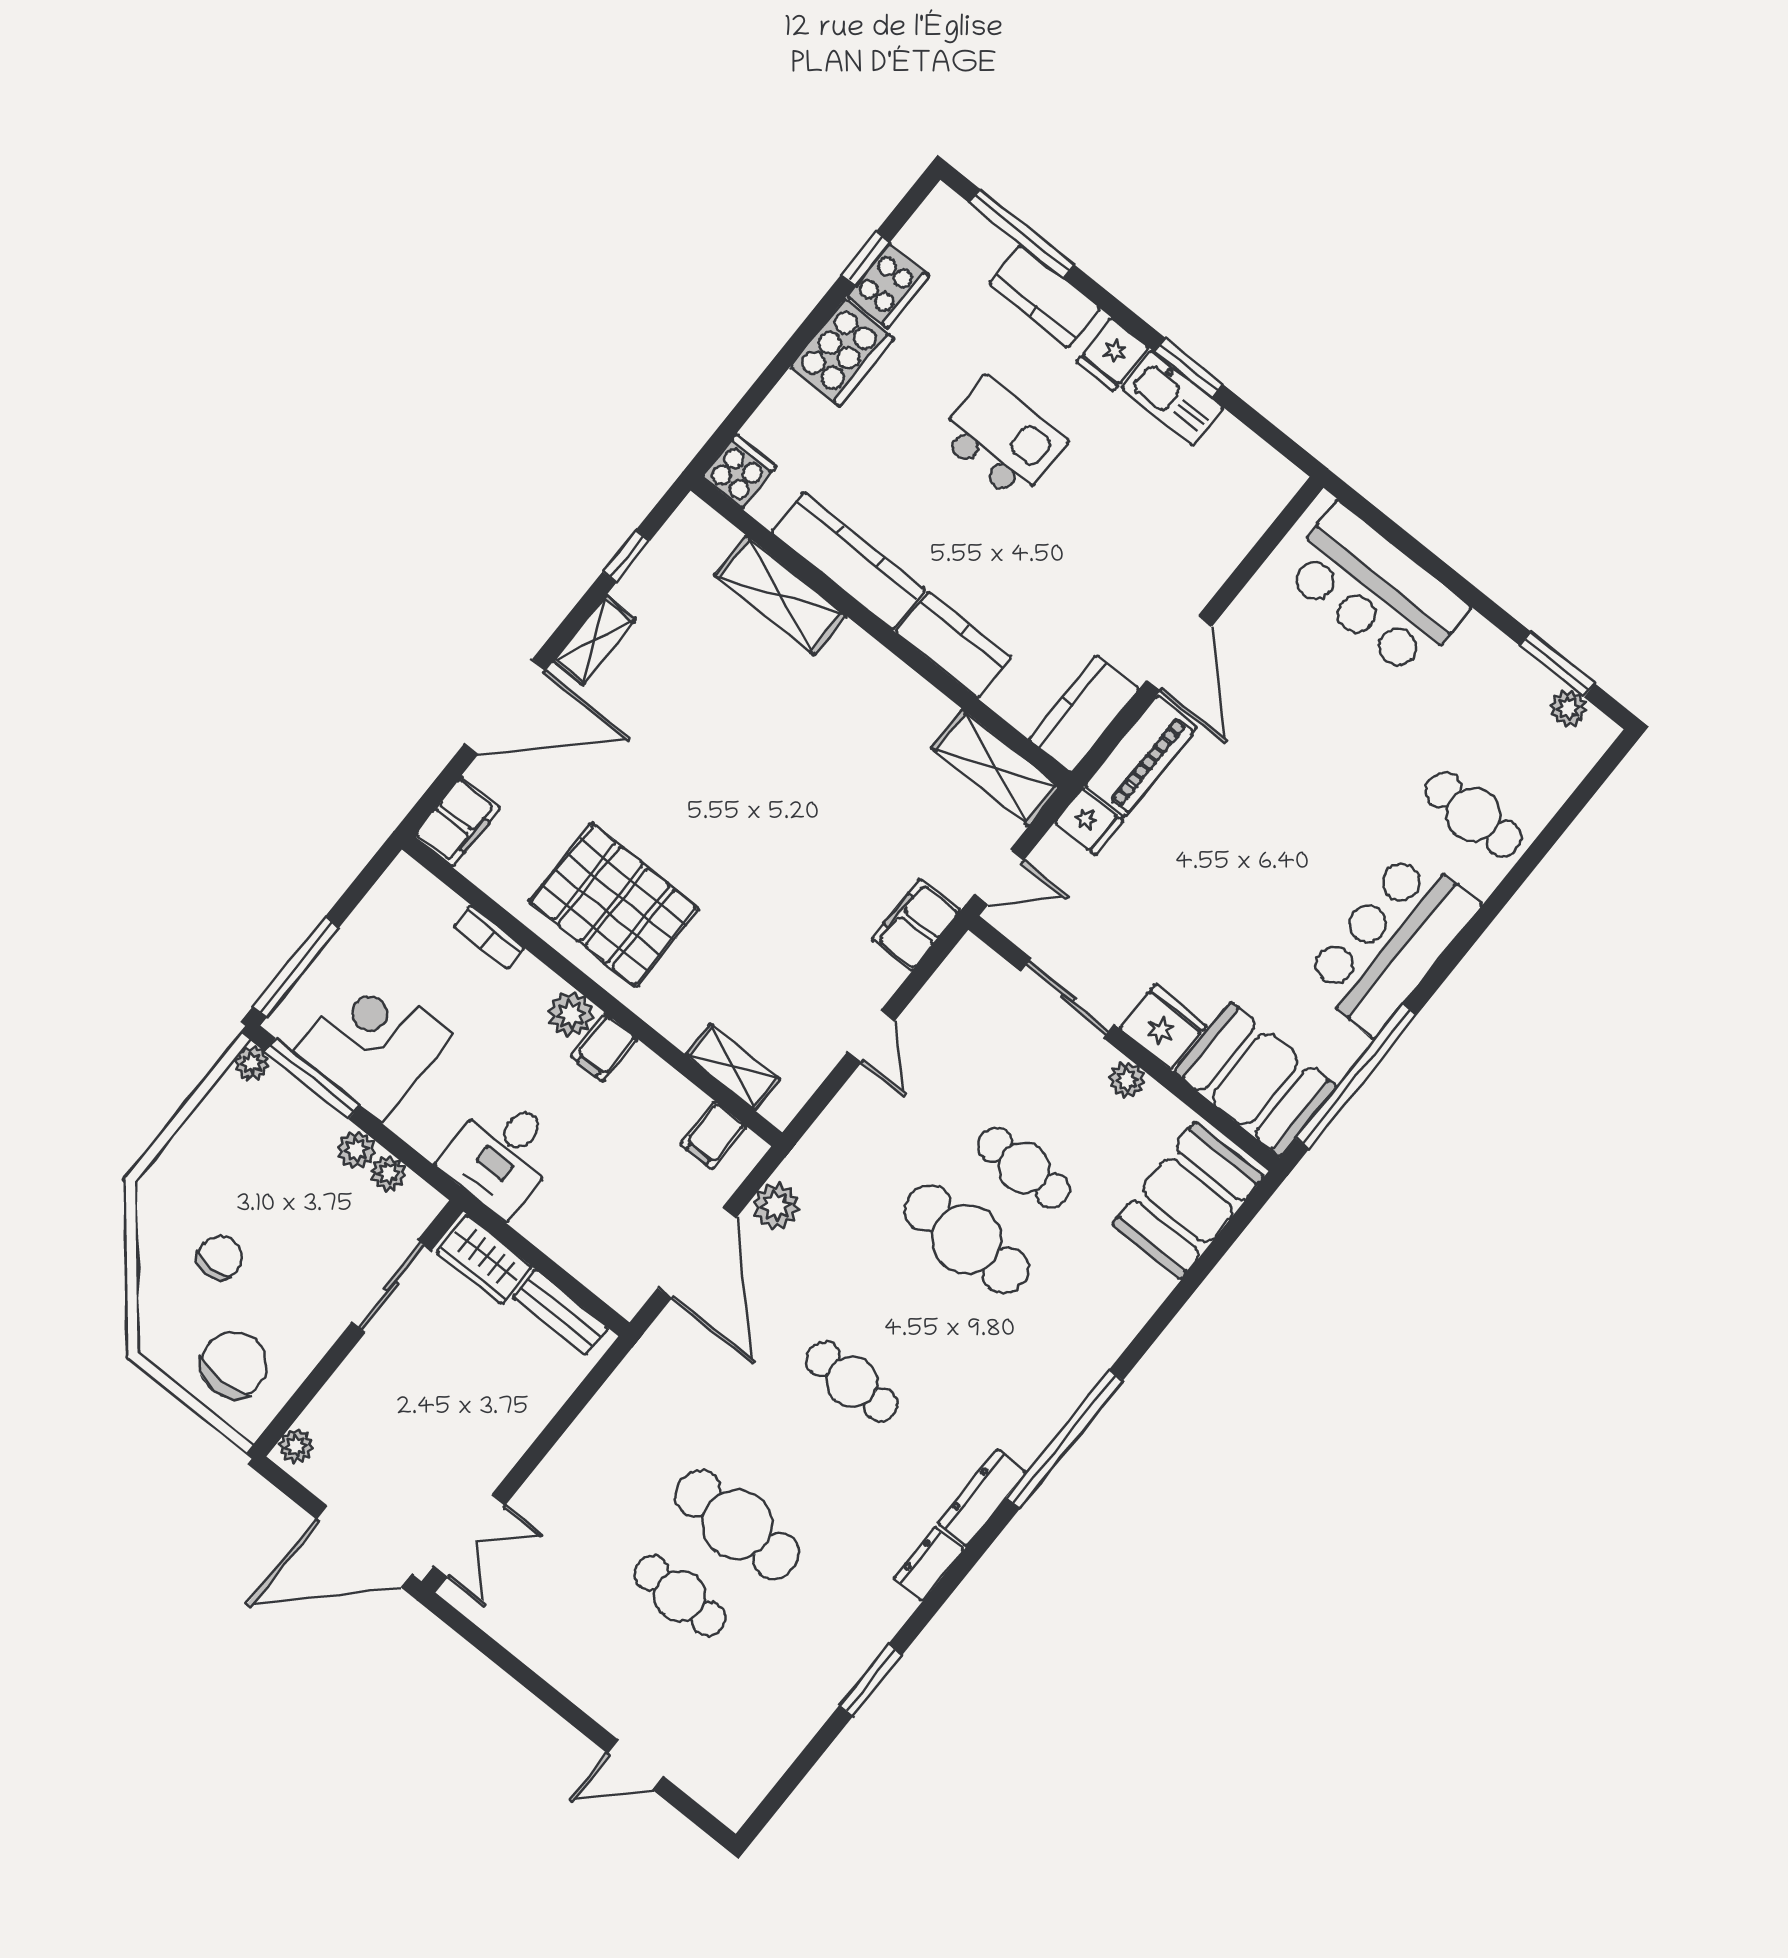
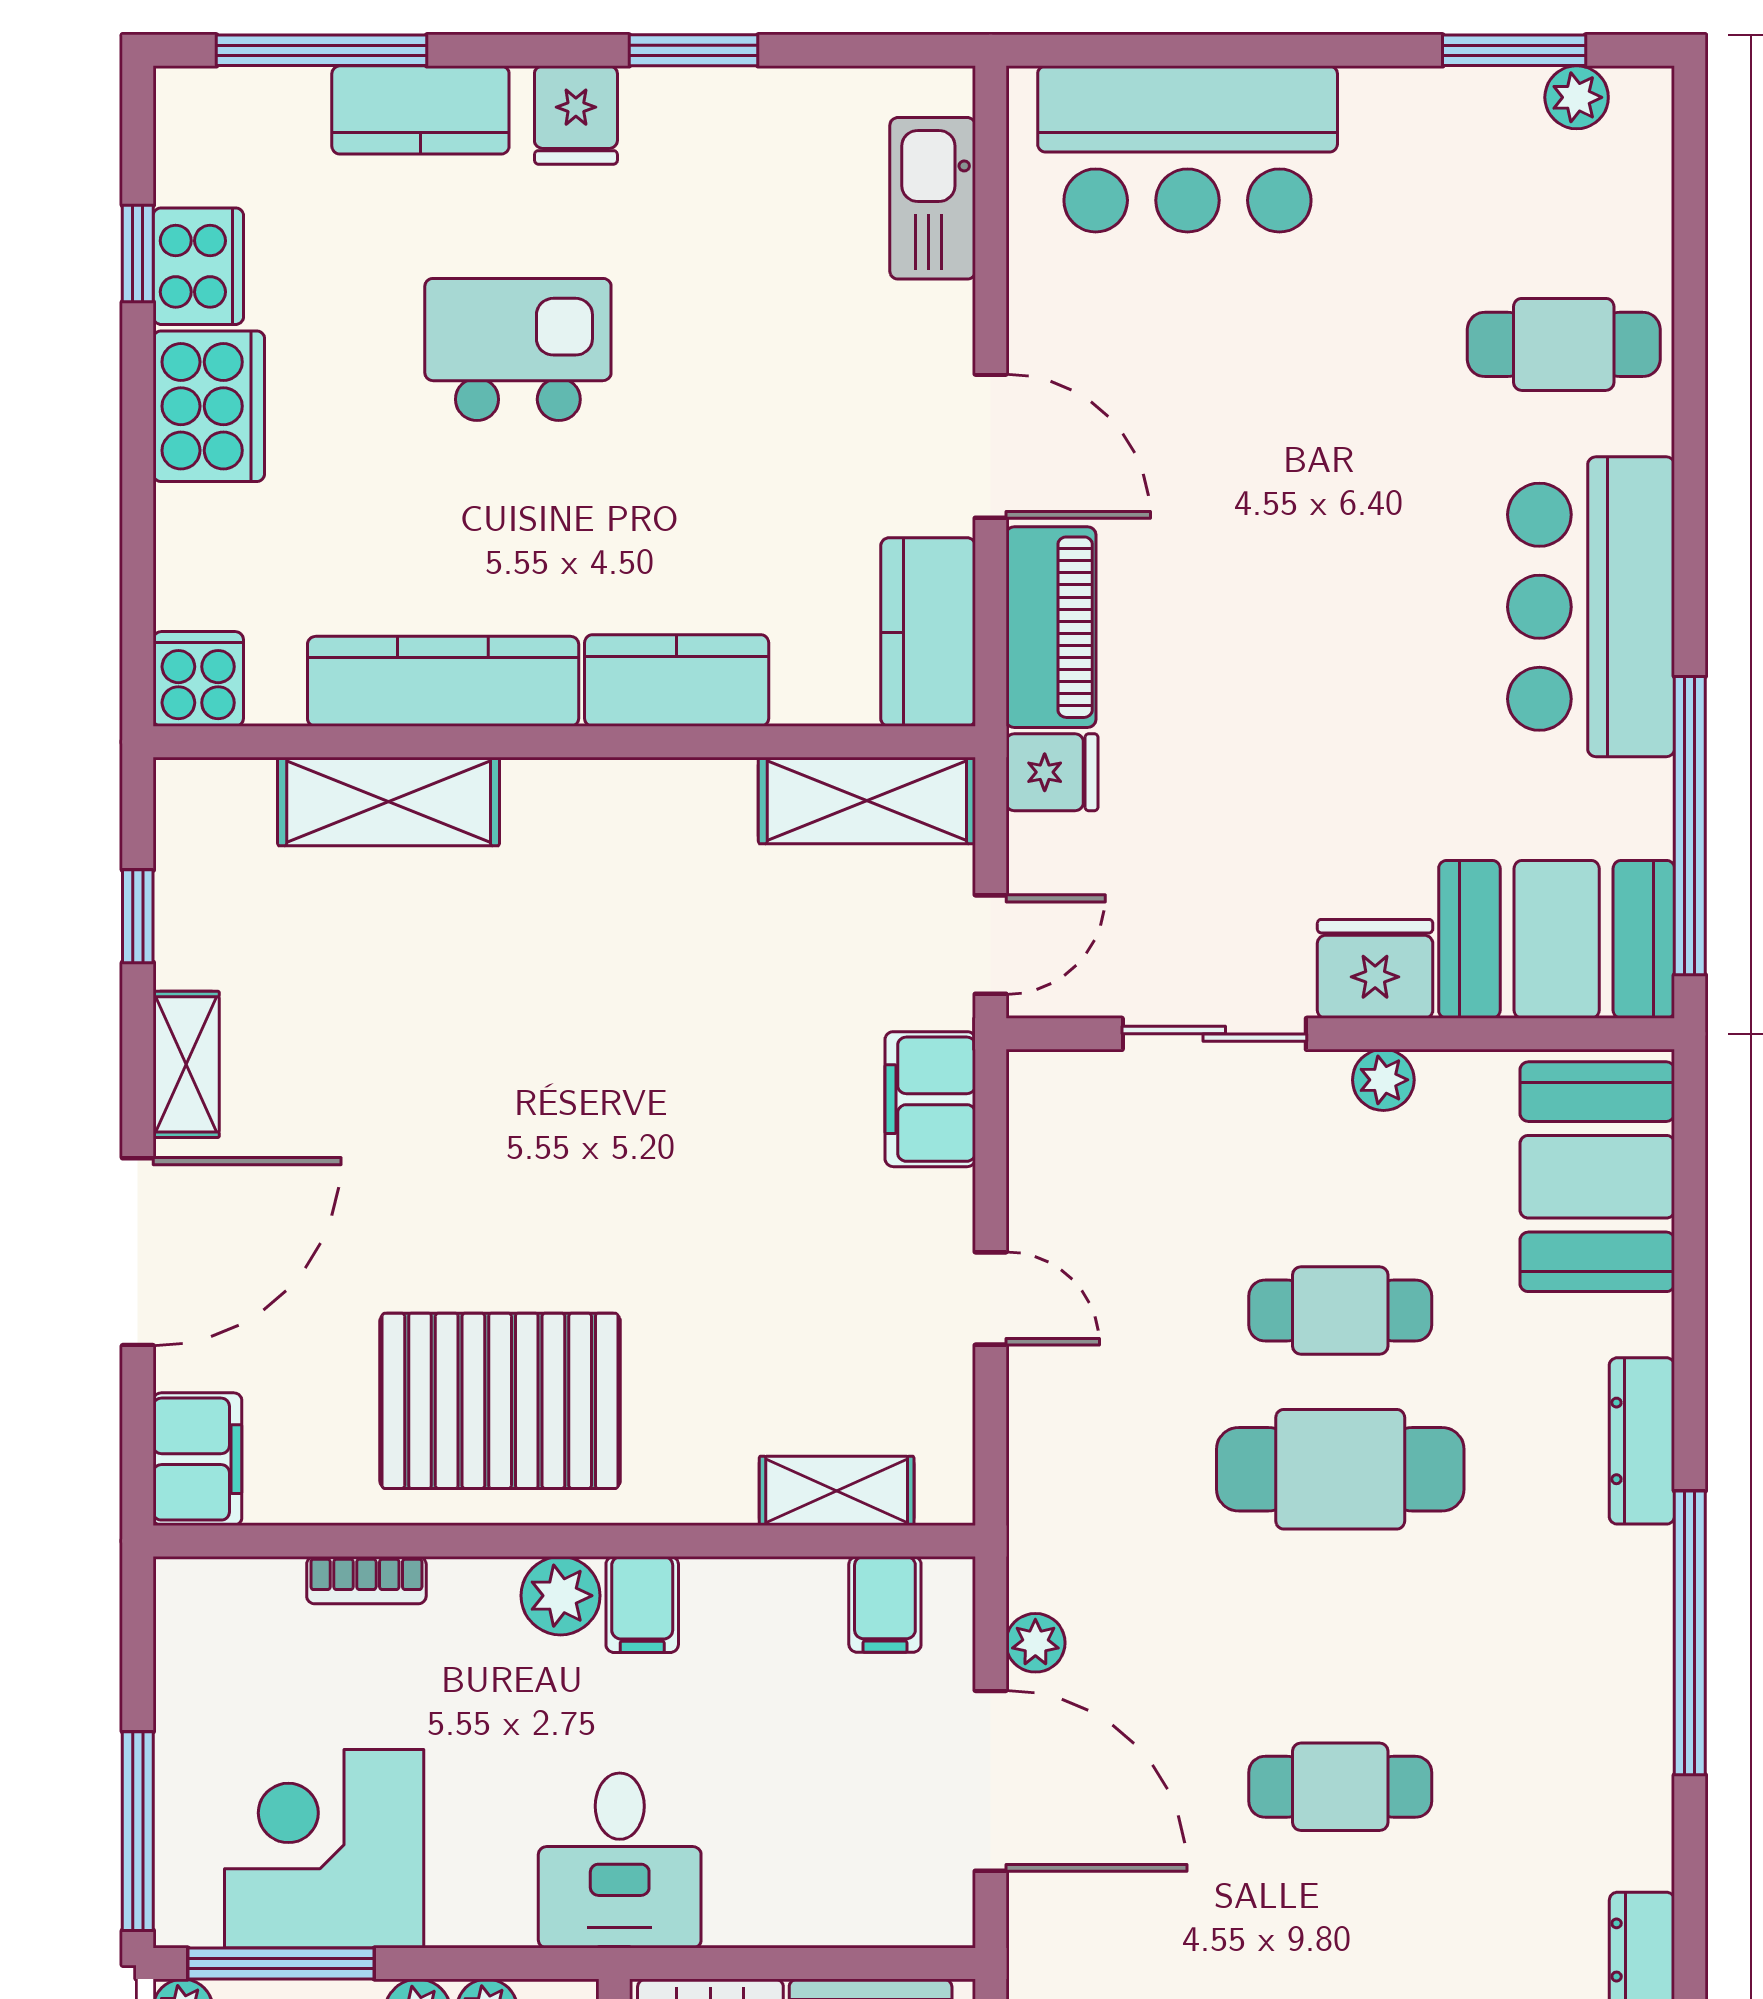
kitchen sink: (1173, 398) -> (933, 198), moved, turned 90
plant: (776, 1206) -> (1035, 1643), width x0.73, depth x0.73
dresser: (982, 1498) -> (1642, 1441), moved

